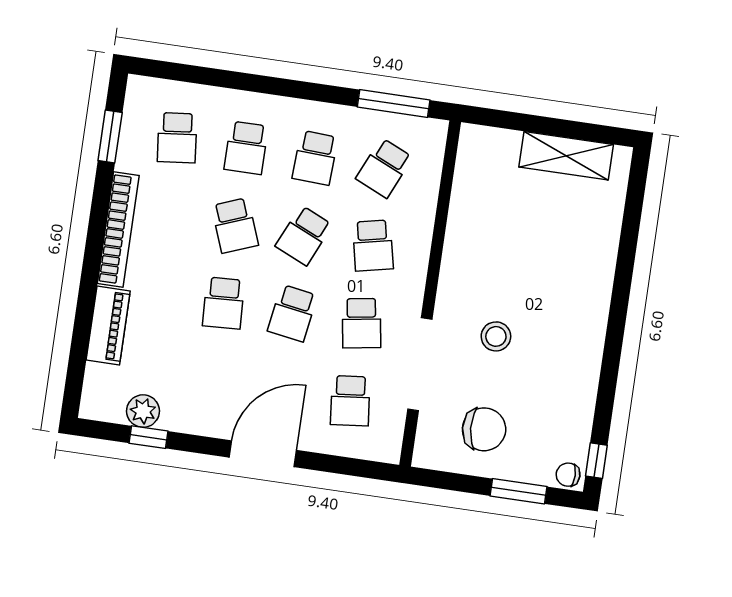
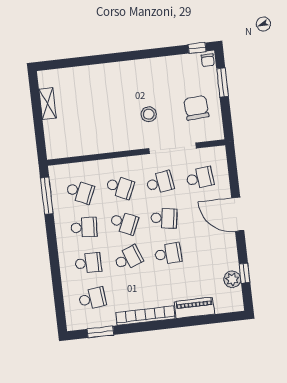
shelving: (566, 156) -> (48, 104), width x0.67, depth x0.75
school desk: (373, 246) -> (120, 187), turned 36

